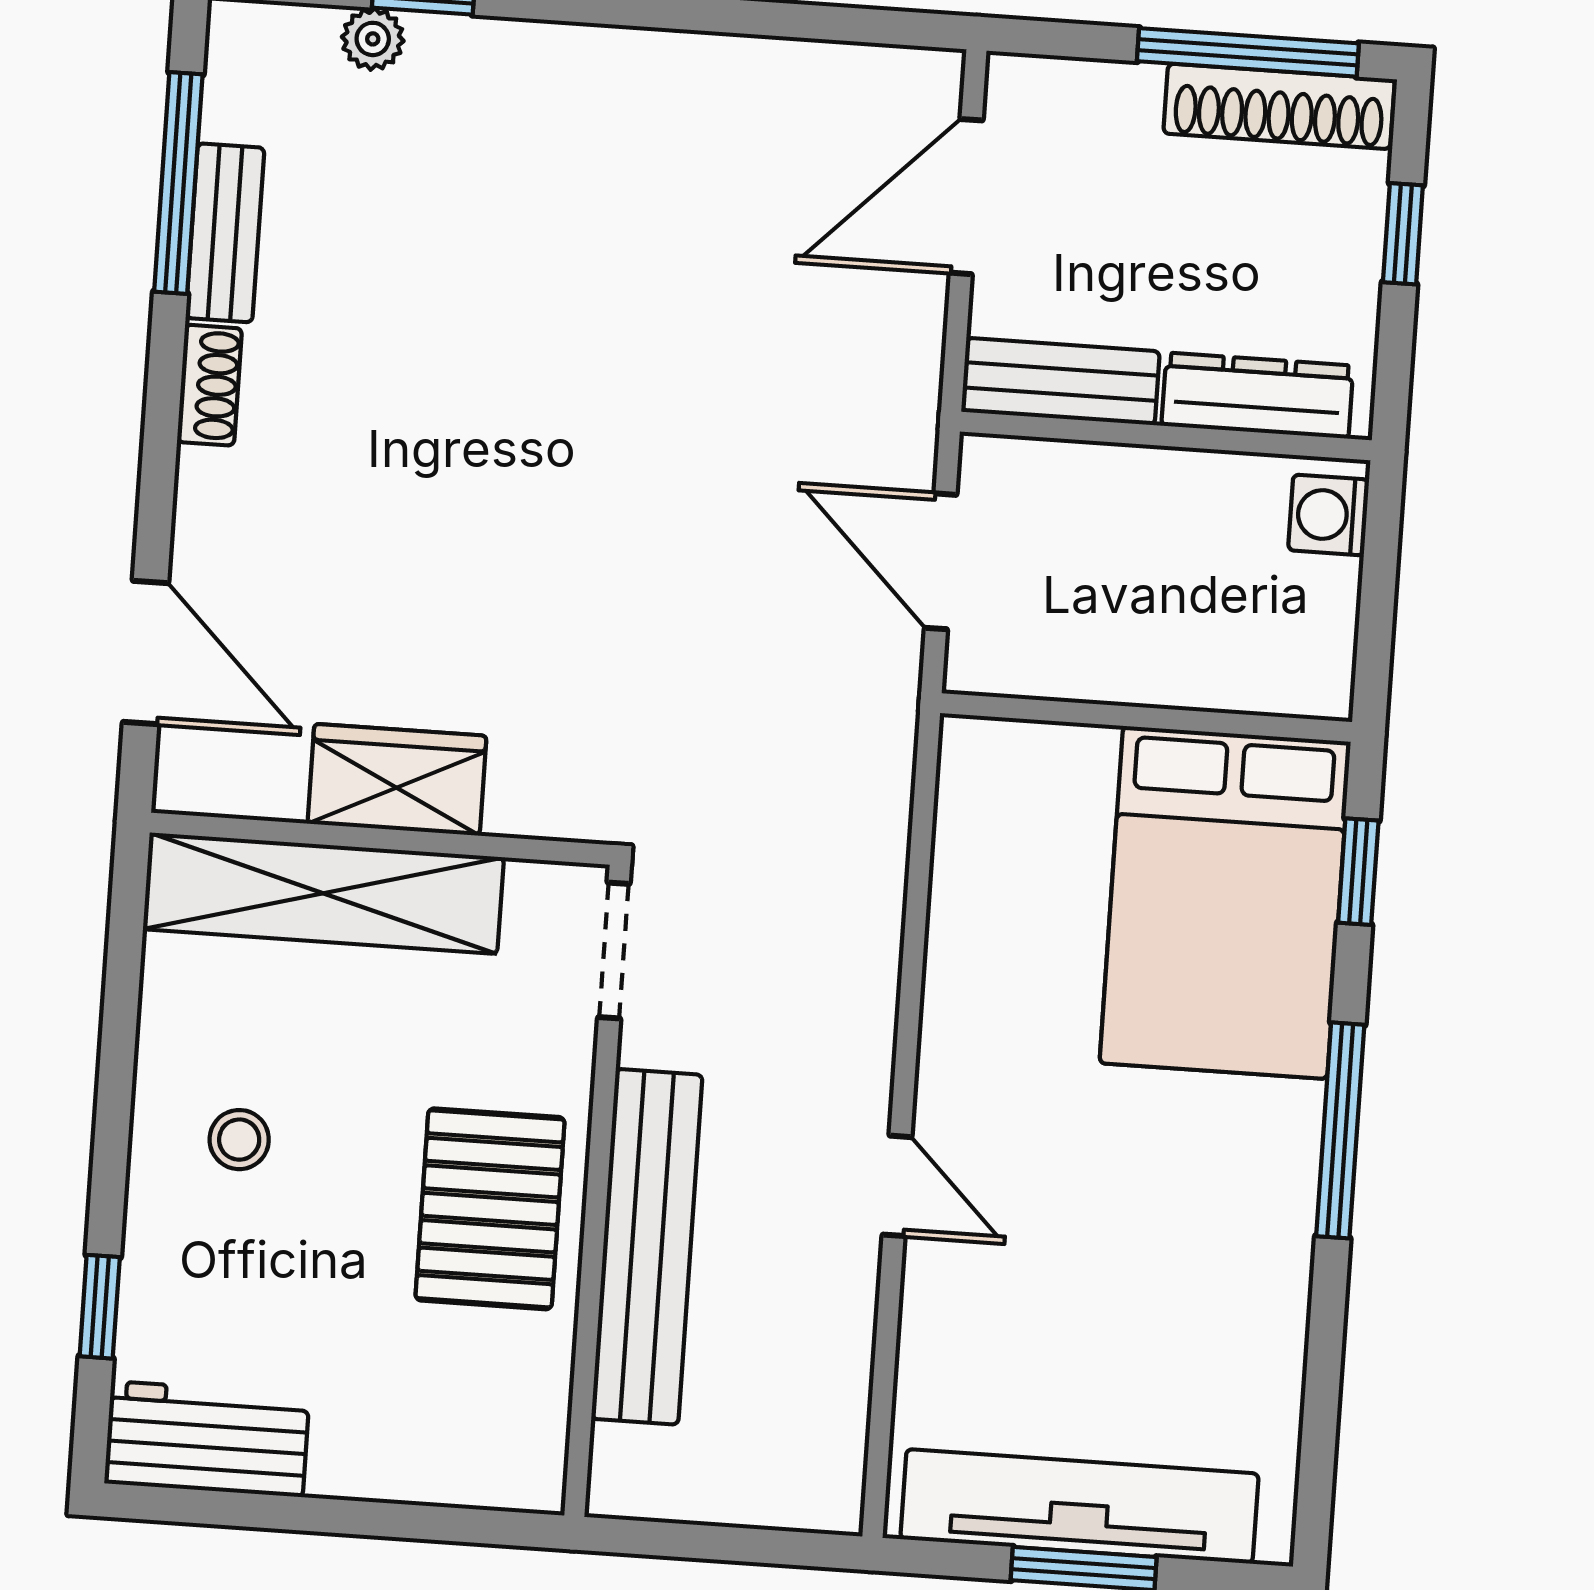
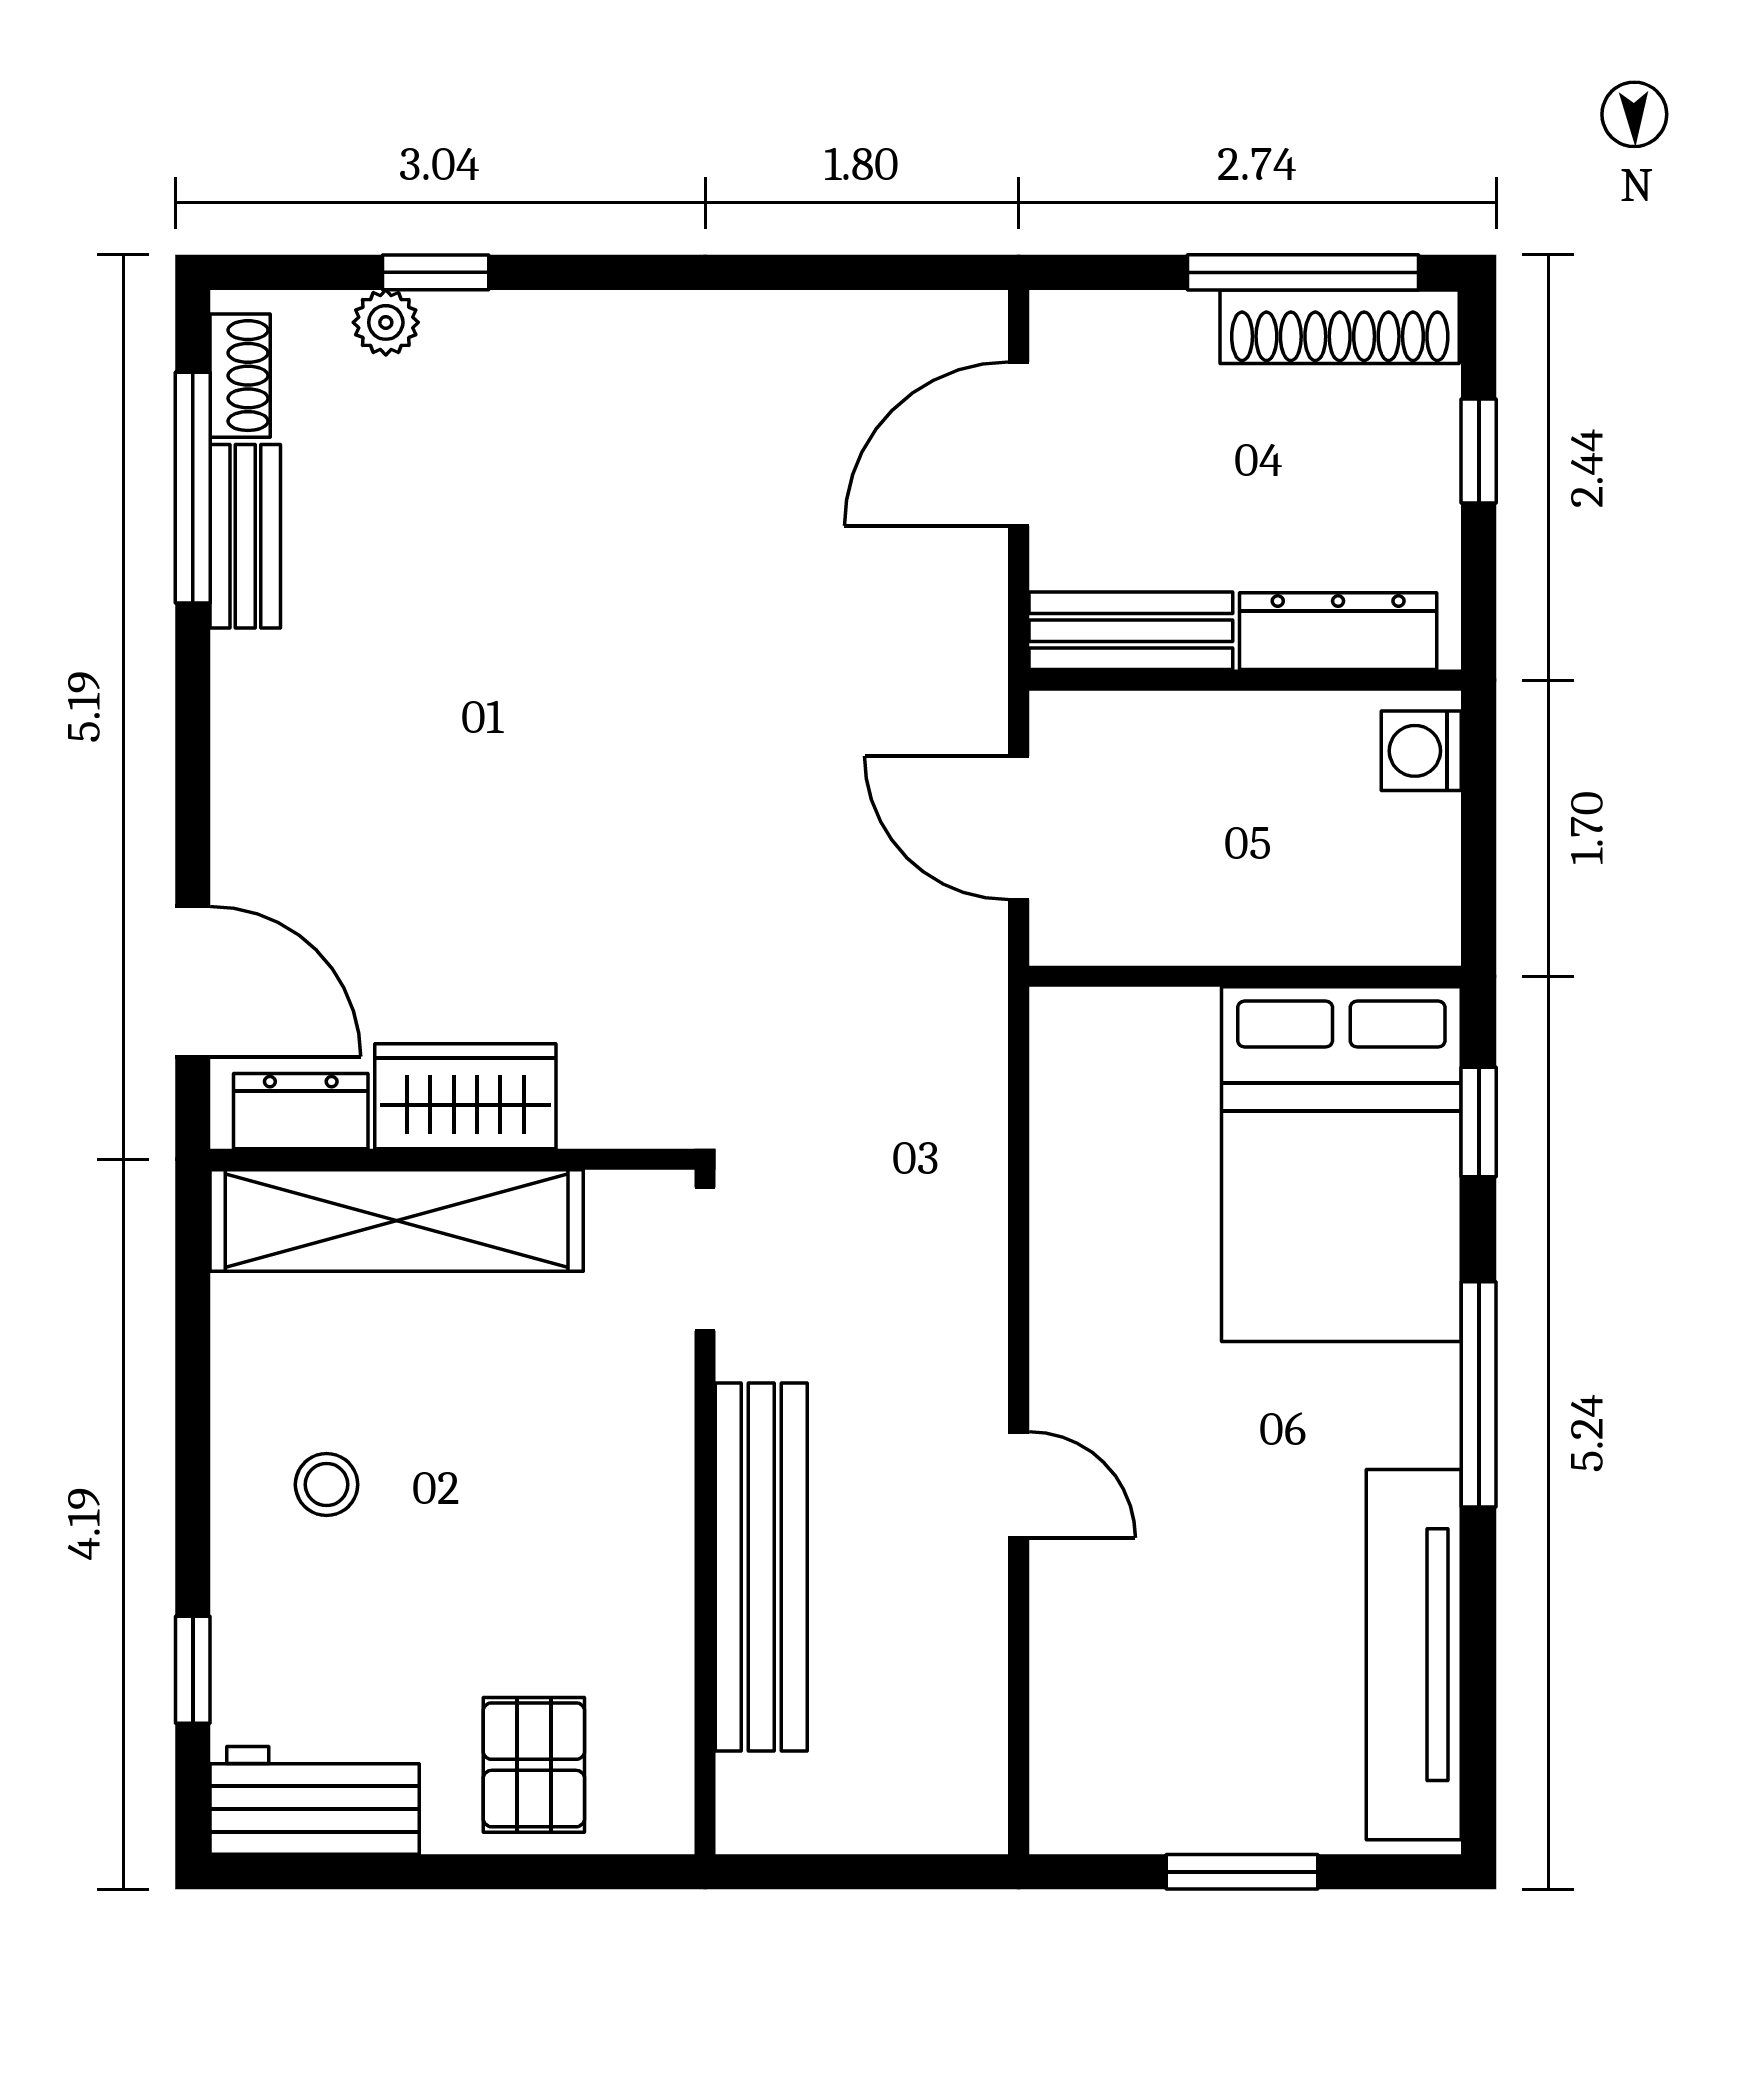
shoe rack: (209, 385) -> (240, 376), moved
dresser: (239, 783) -> (301, 1111), added
pallet: (490, 1209) -> (534, 1765), moved, width x0.67, depth x0.71
tv unit: (1079, 1506) -> (1414, 1655), moved, turned -90

